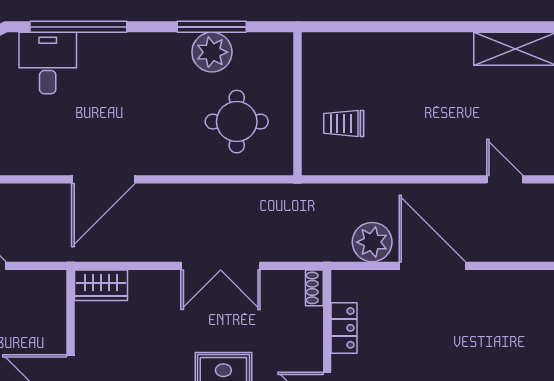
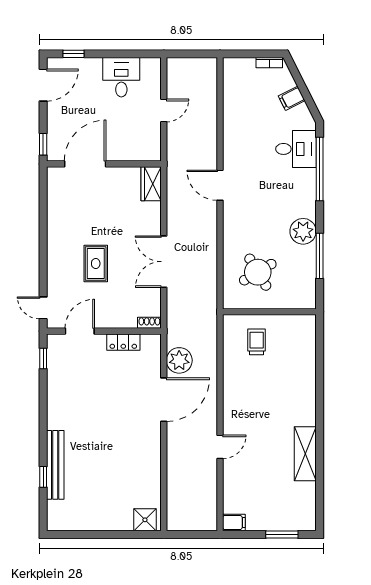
plant: (212, 52) -> (303, 231), moved
round table: (237, 122) -> (258, 272), turned -31
door: (103, 179) -> (220, 185), width x0.73

